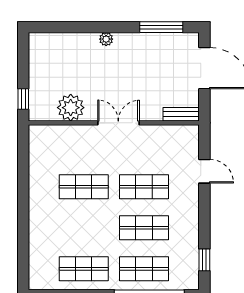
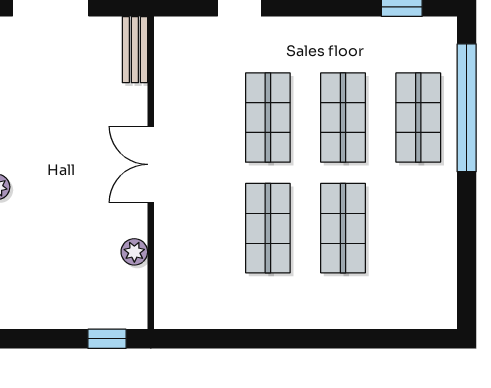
plant: (71, 108) -> (134, 252), width x0.53, depth x0.53
shop shelf: (84, 269) -> (343, 228), moved

